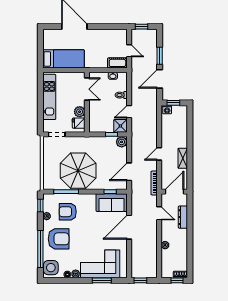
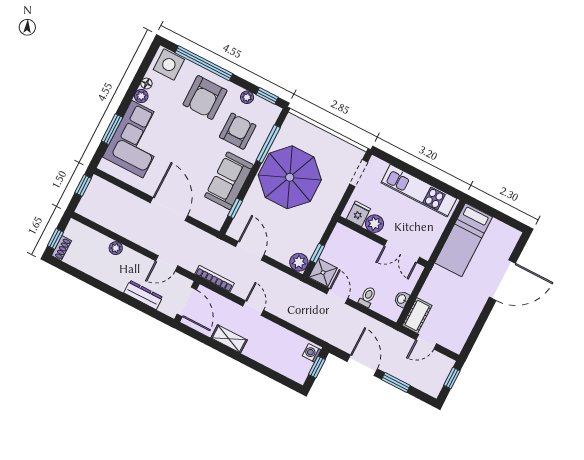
sofa: (112, 203) -> (229, 181), moved

